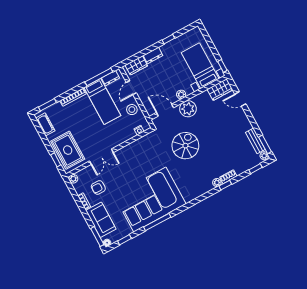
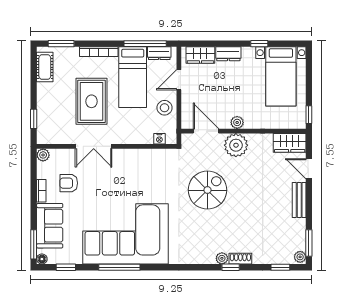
bed with nightstands: (200, 66) -> (281, 76), moved, turned 180
bench: (255, 141) -> (299, 200), moved
rug: (68, 150) -> (92, 101), moved

